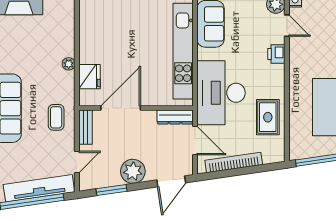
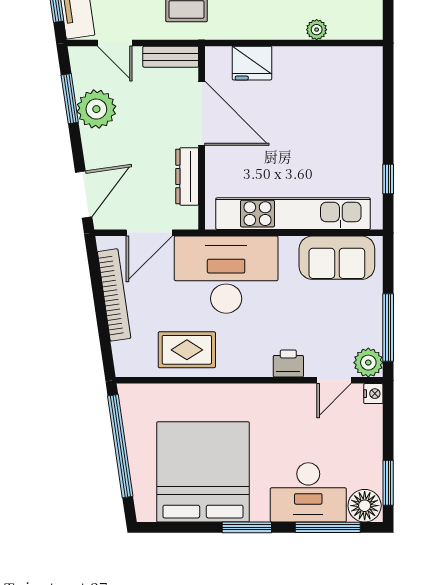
plant: (69, 64) -> (317, 30), moved
dresser: (175, 117) -> (187, 176), moved
plant: (133, 171) -> (96, 109), moved
door: (171, 181) -> (84, 195), swing flipped

